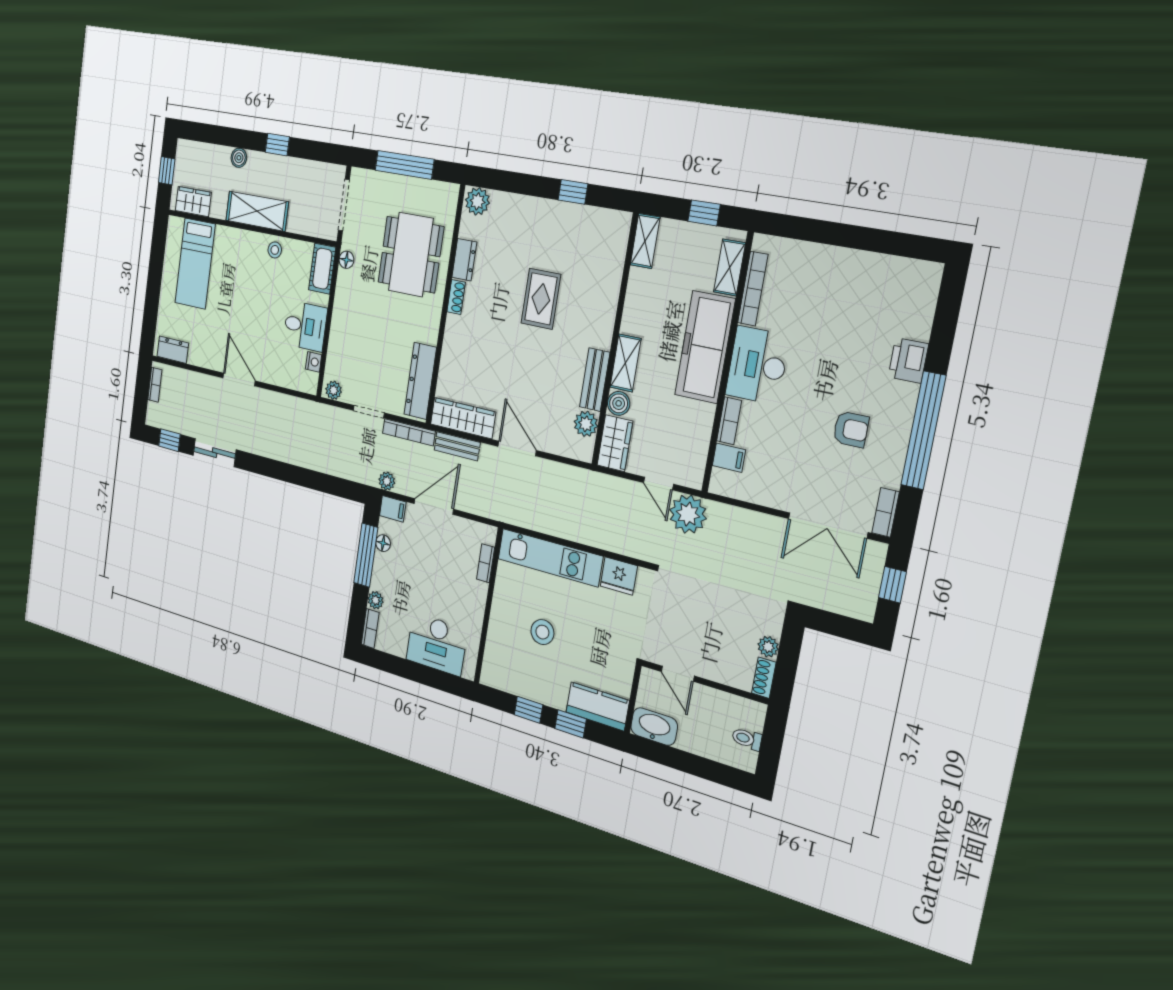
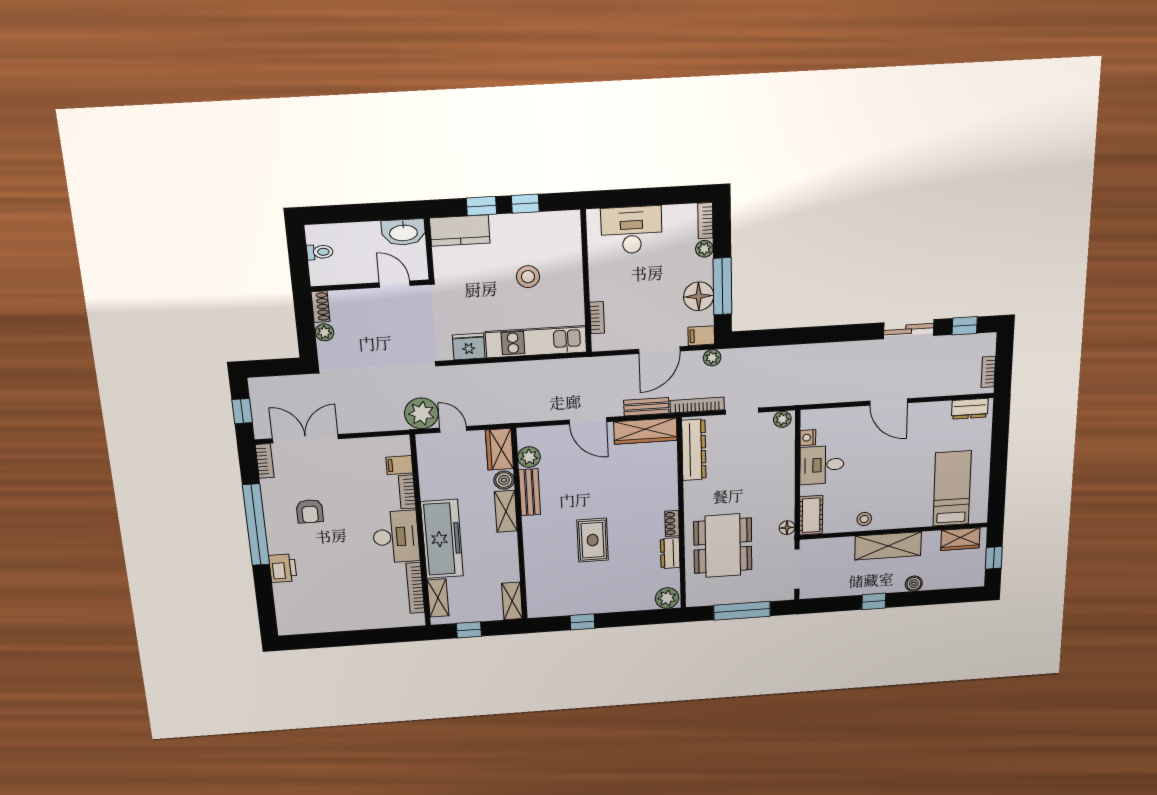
armchair: (851, 429) -> (310, 511), turned -90
floor lamp: (383, 543) -> (699, 296), width x1.89, depth x1.89

